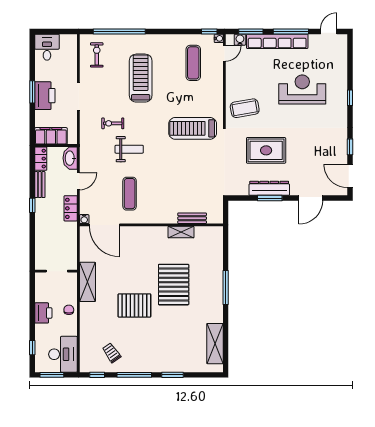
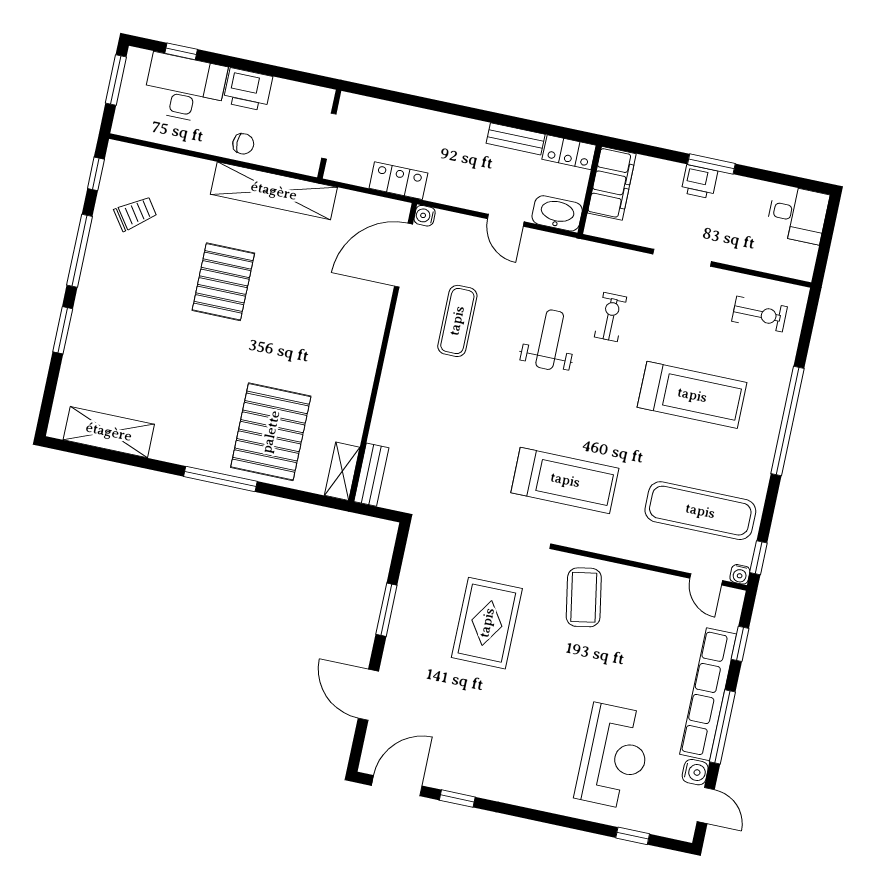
window: (119, 31) -> (787, 421), moved
window: (251, 31) -> (740, 644), width x0.67
water cooler: (240, 40) -> (695, 772), moved
exercise mat: (193, 63) -> (700, 511), width x1.36, depth x1.45
reception desk: (302, 89) -> (614, 756), moved
printer: (45, 96) -> (699, 182), width x0.53, depth x0.68
window: (350, 98) -> (633, 836), moved
treadmill: (193, 128) -> (565, 480), turned 90
weight bench: (129, 149) -> (550, 340), turned 180
dresser: (269, 188) -> (407, 613), removed
exercise mat: (130, 194) -> (457, 321), turned 90
window: (32, 205) -> (476, 114), removed
locker: (71, 208) -> (398, 181), moved
bench: (192, 218) -> (371, 475), moved
shelving: (181, 232) -> (342, 471), moved
shelving: (88, 282) -> (274, 191), width x1.47
pallet: (174, 285) -> (271, 432), moved, turned 90
desk: (63, 354) -> (185, 88), moved, turned 180

